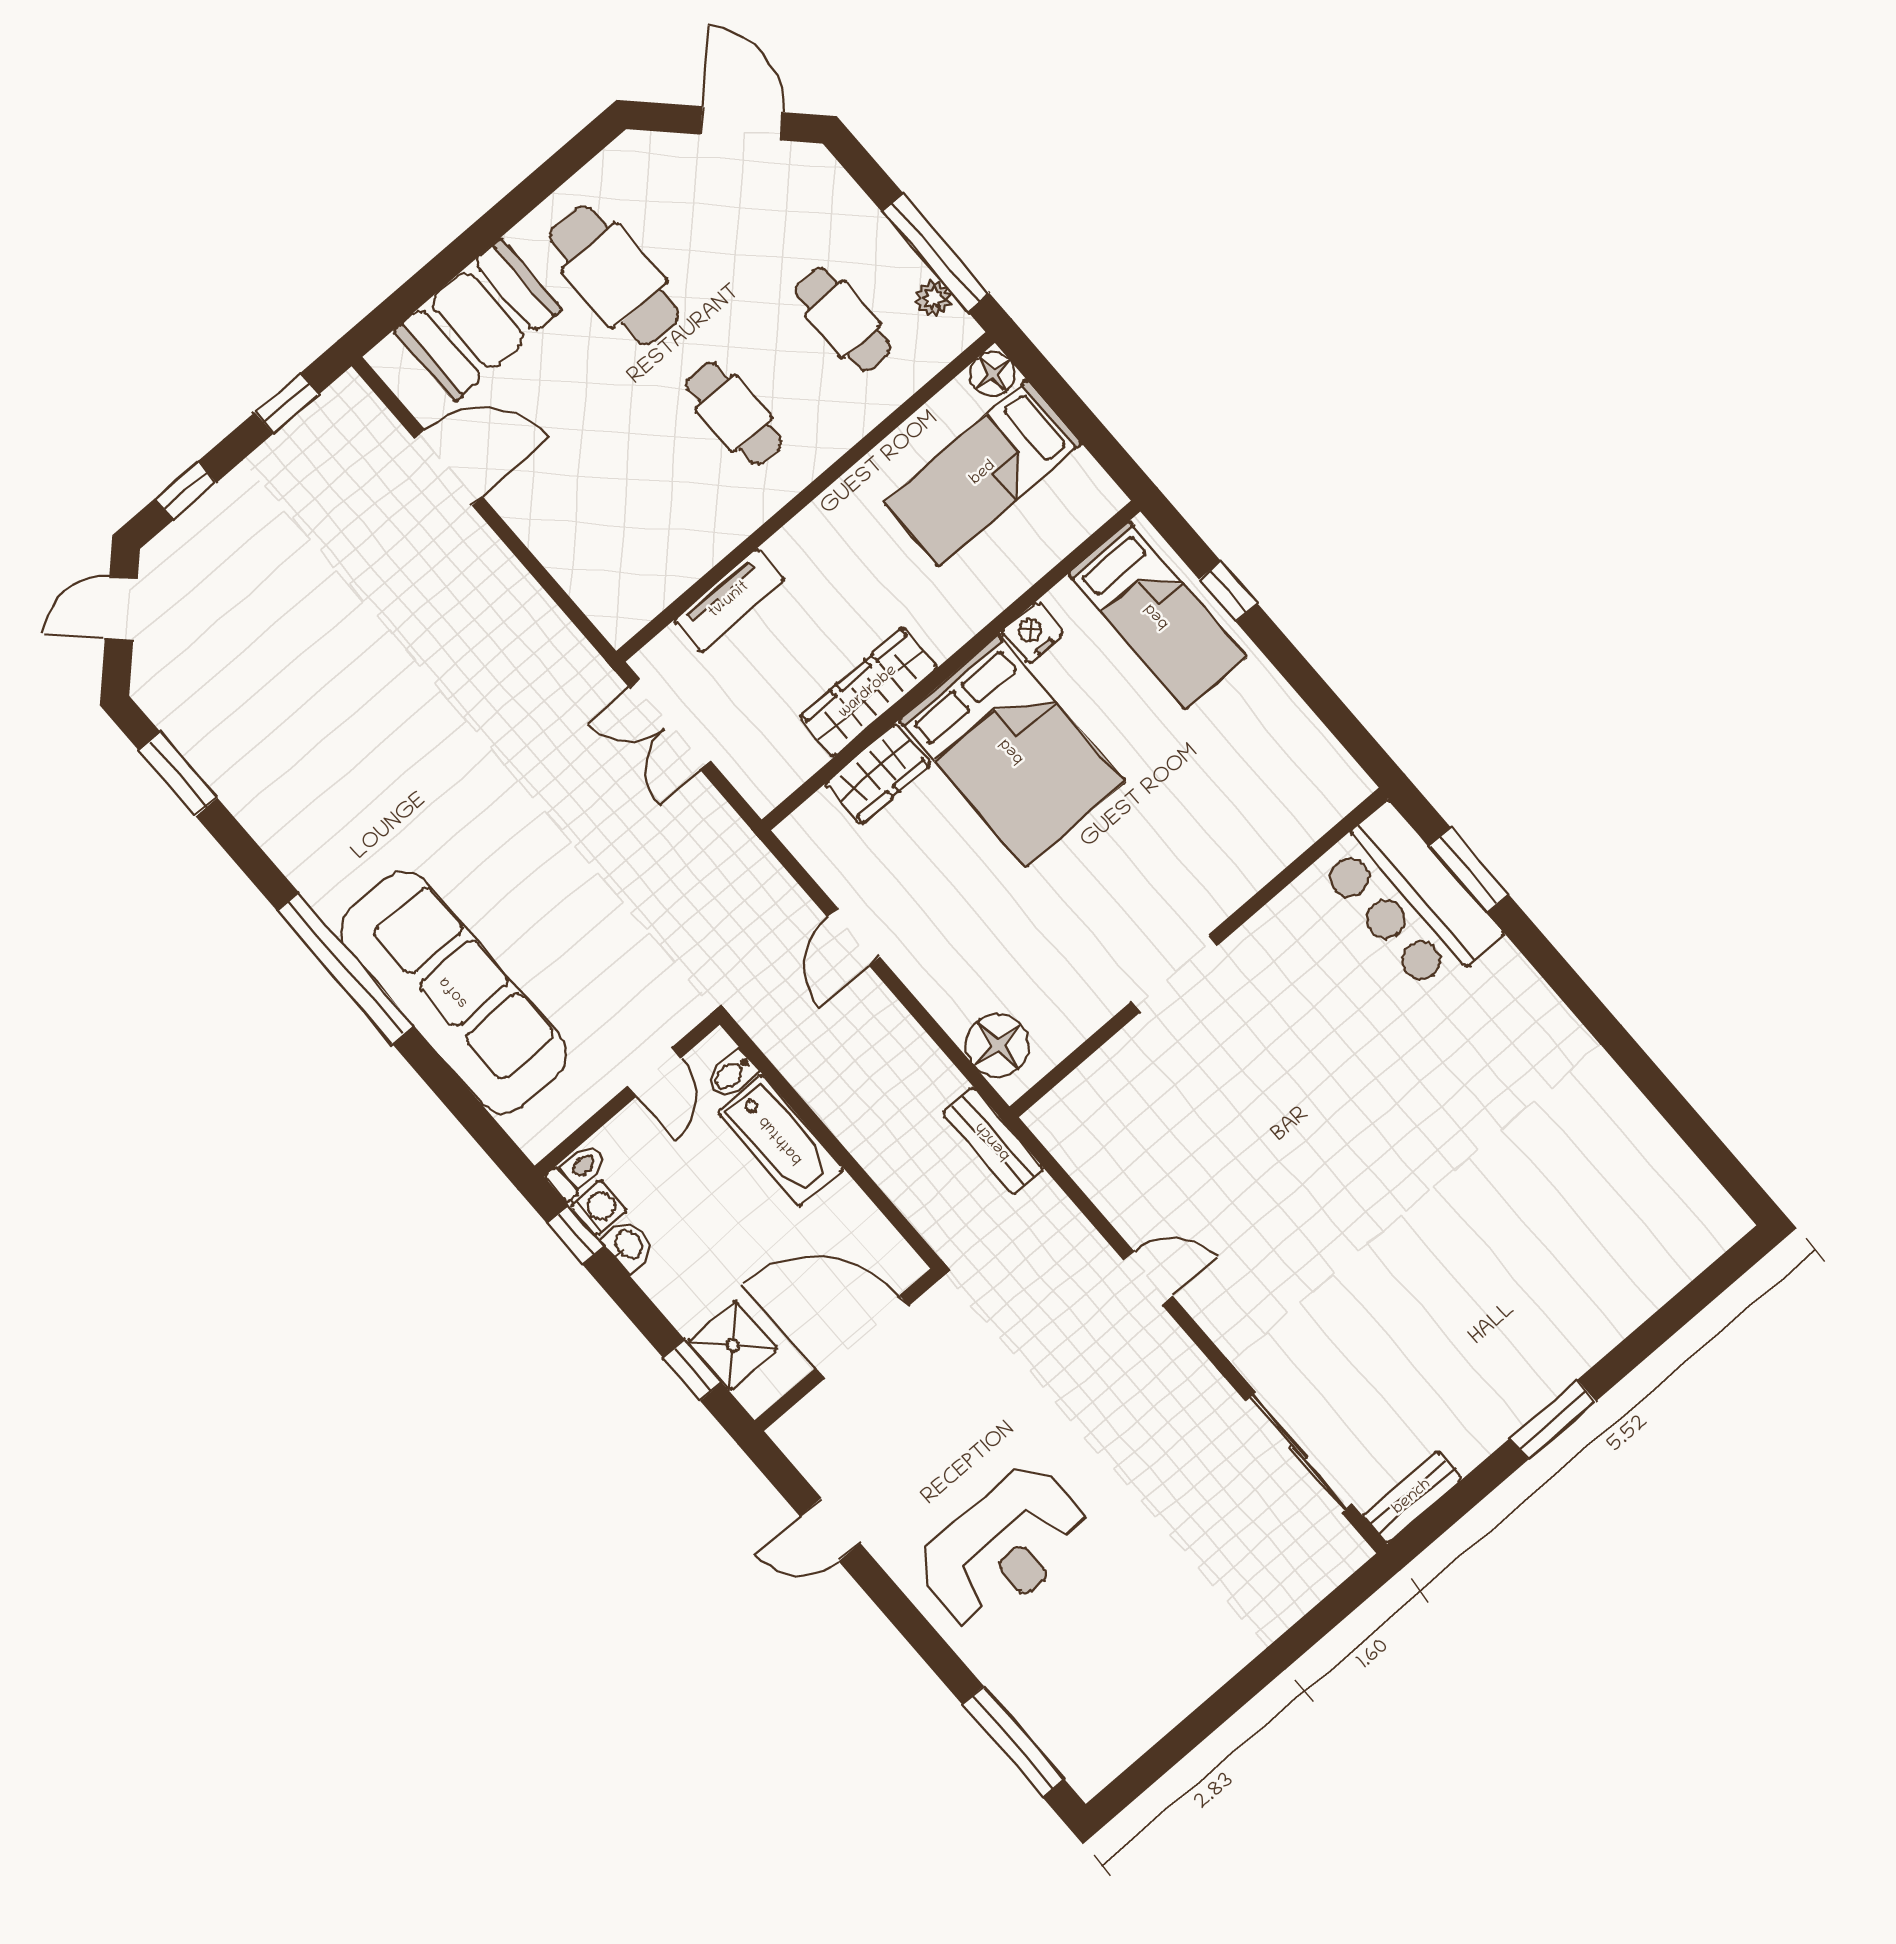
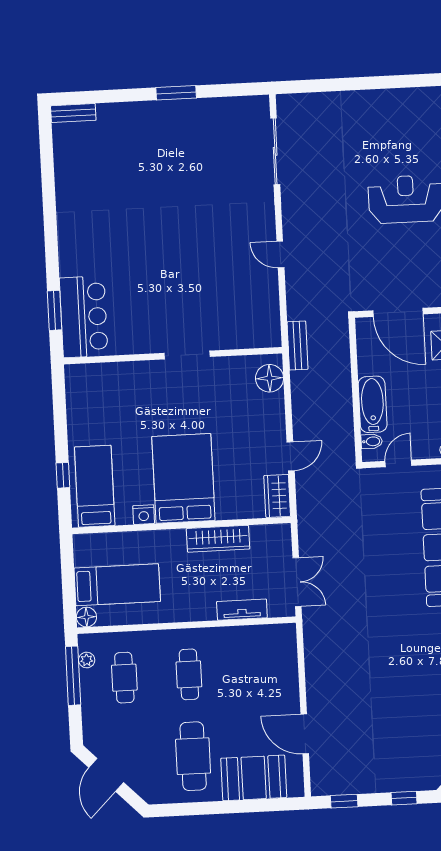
wardrobe: (878, 774) -> (277, 496), moved, turned -90
bench: (1412, 1497) -> (73, 113), moved

